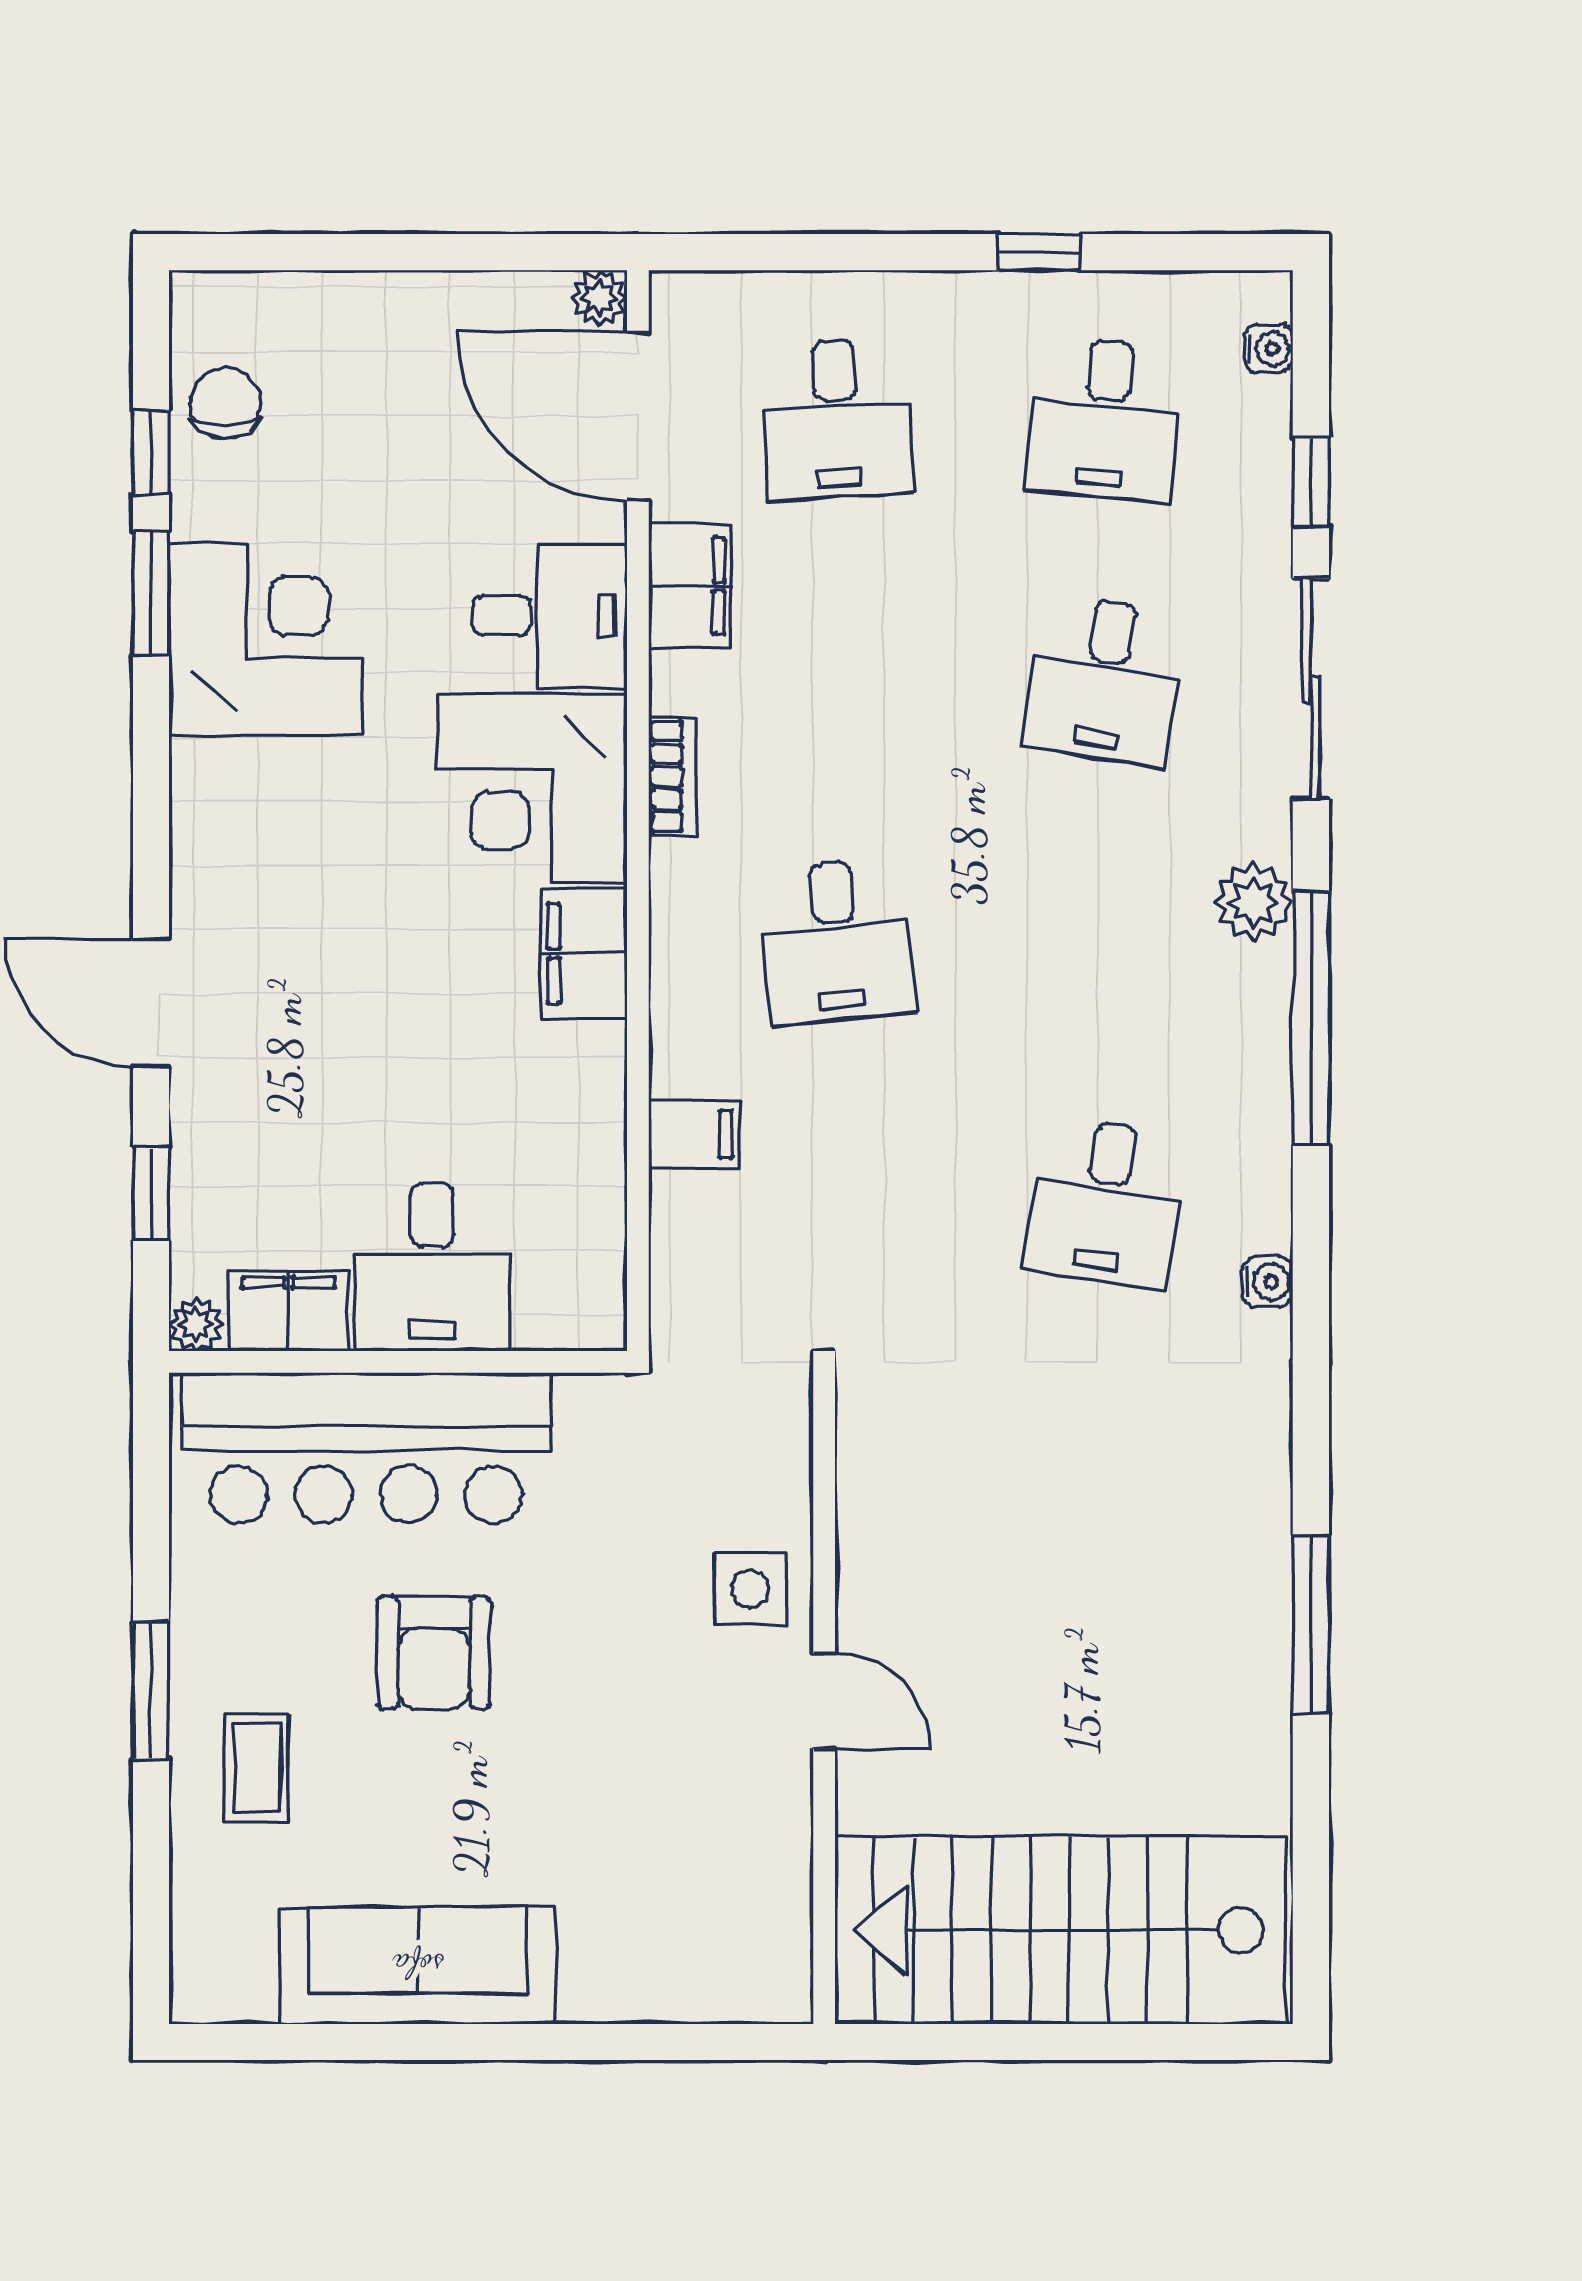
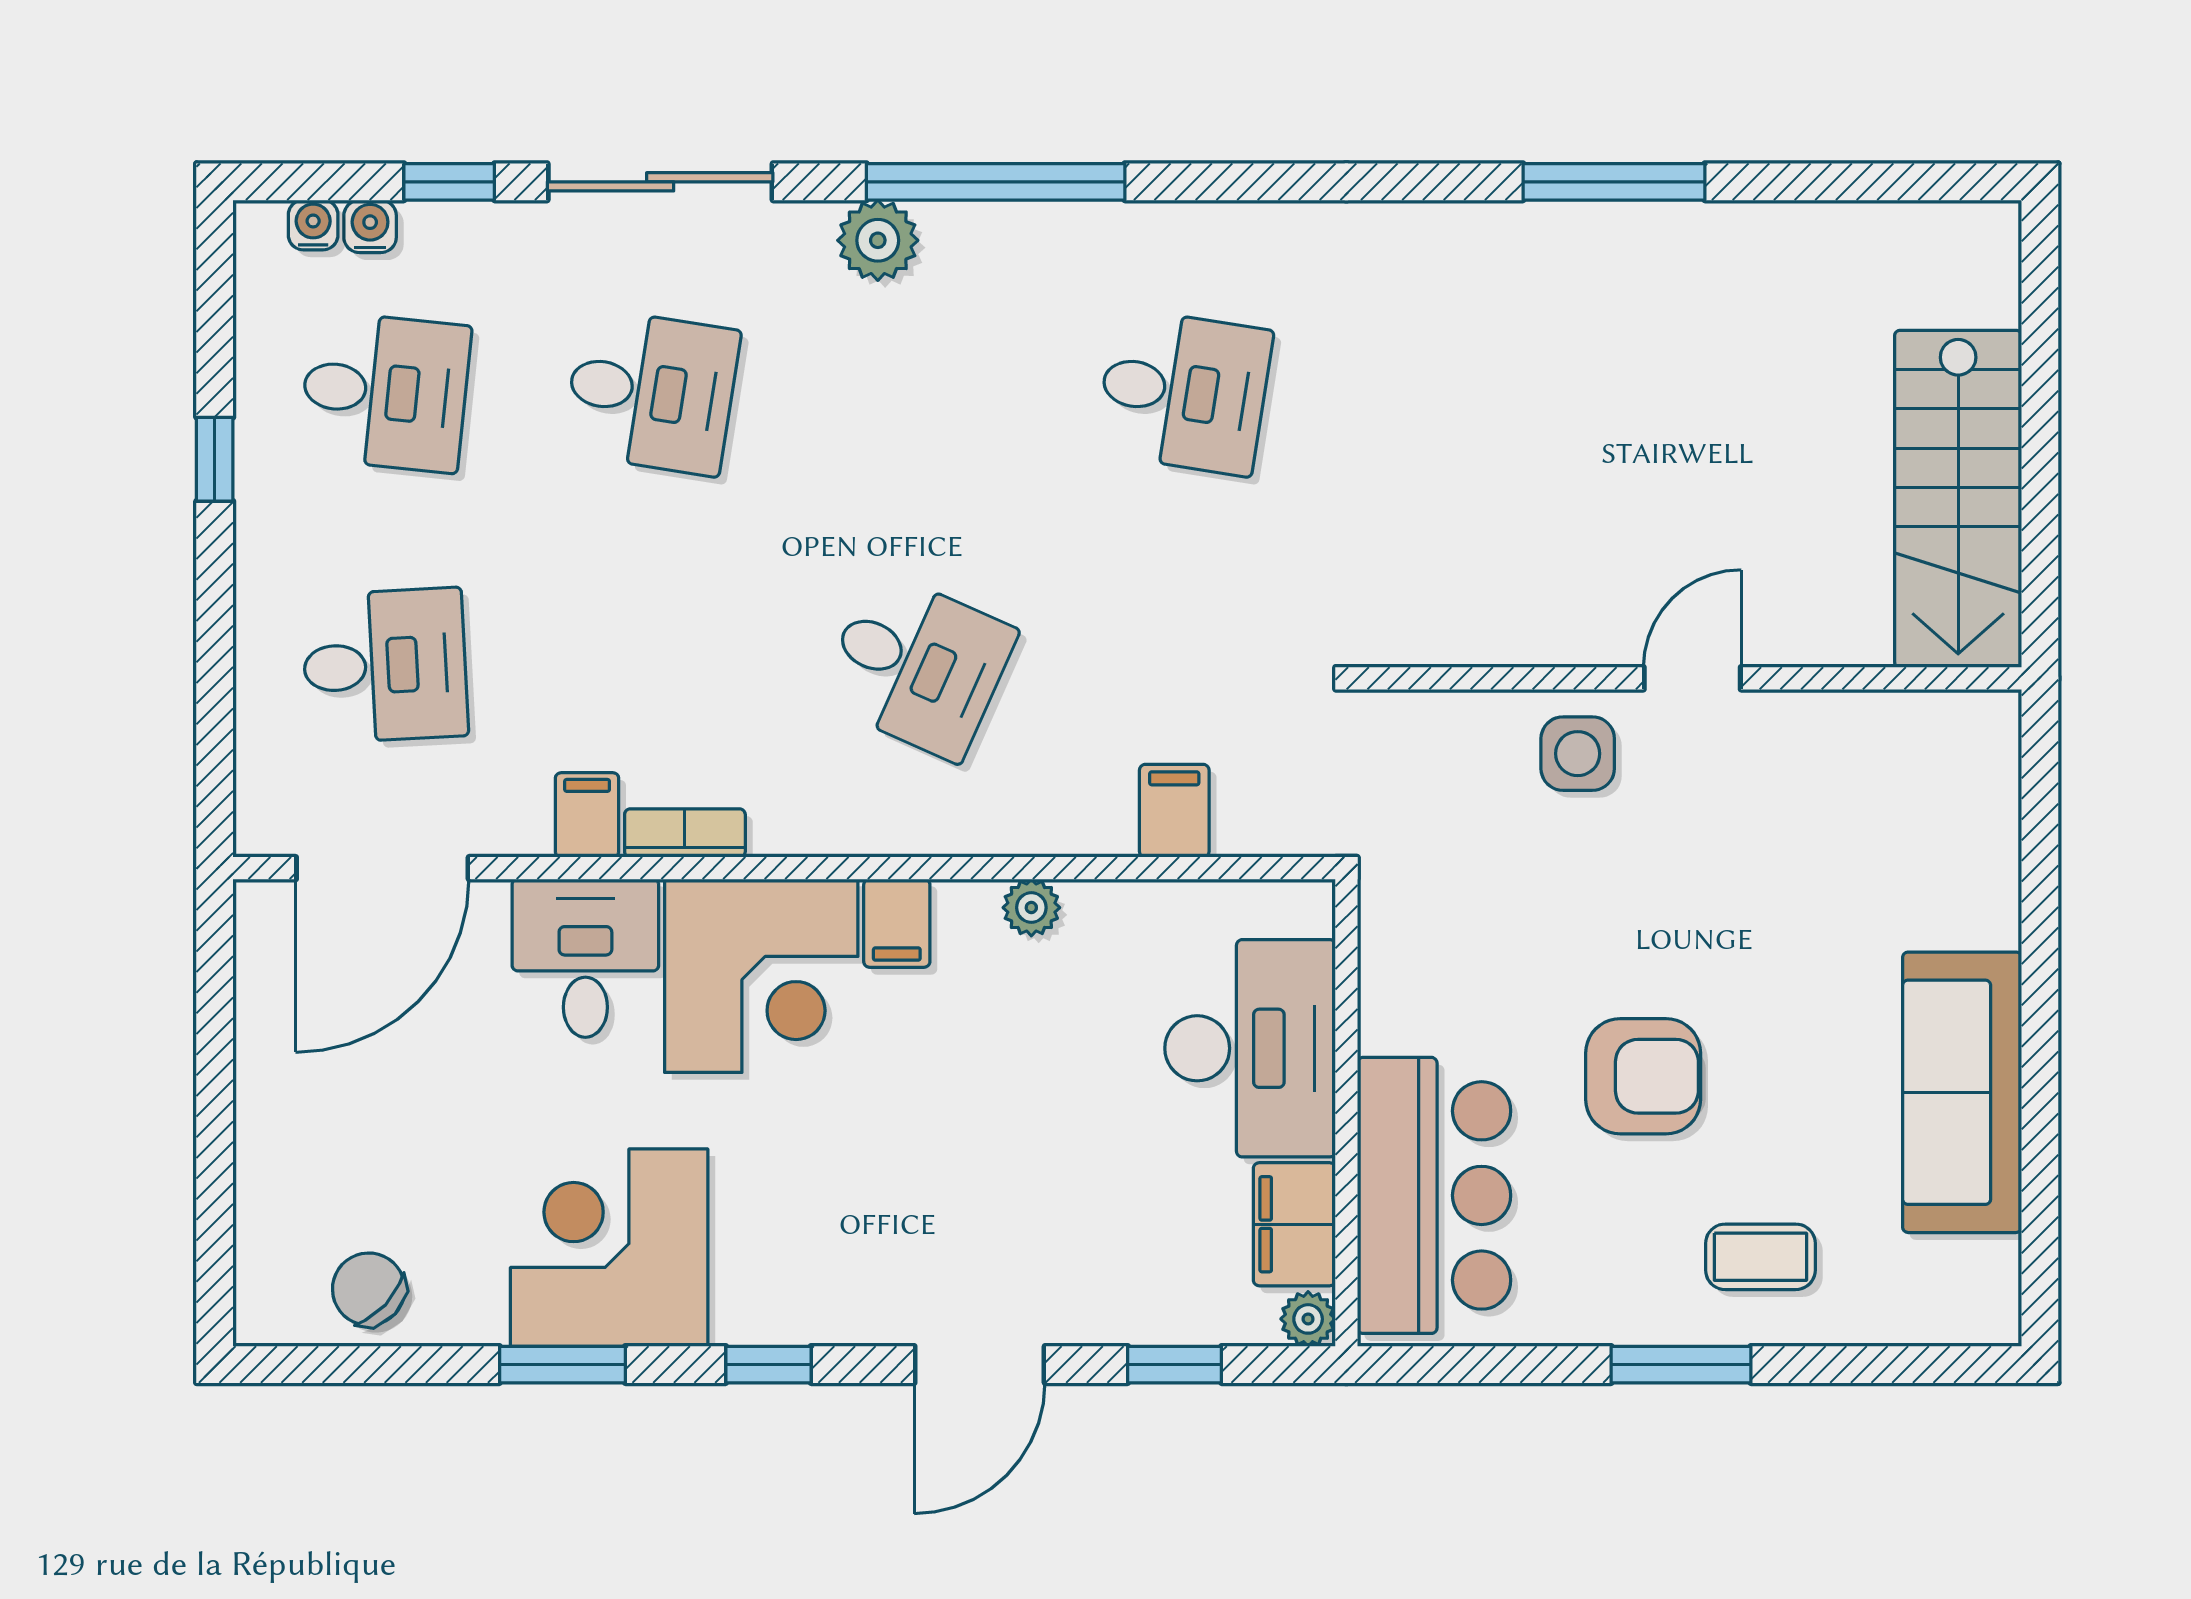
plant: (599, 298) -> (1031, 908), moved
chair: (225, 403) -> (369, 1289), turned 43
window: (151, 452) -> (768, 1365), moved
filing cabinet: (690, 586) -> (587, 815), width x0.50
bookcase: (672, 776) -> (685, 833), moved
desk: (837, 941) -> (917, 665), turned 30
filing cabinet: (584, 953) -> (897, 923), width x0.50
filing cabinet: (694, 1134) -> (1174, 811), moved
desk: (432, 1267) -> (1250, 1048), width x1.37
water cooler: (1267, 1282) -> (370, 226), moved
bar counter: (366, 1448) -> (1434, 1195), width x0.73
stairs: (1060, 1930) -> (1958, 499), width x0.73, depth x0.66

